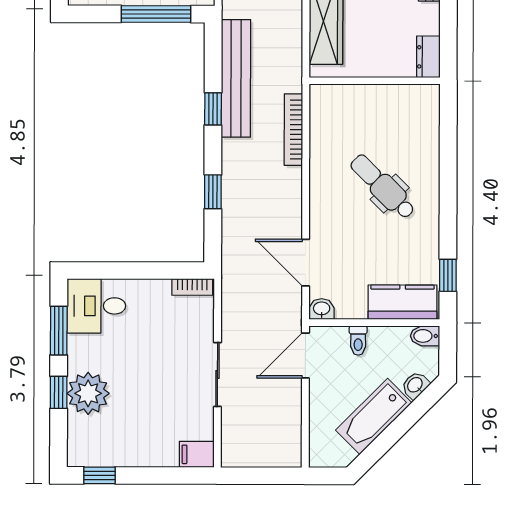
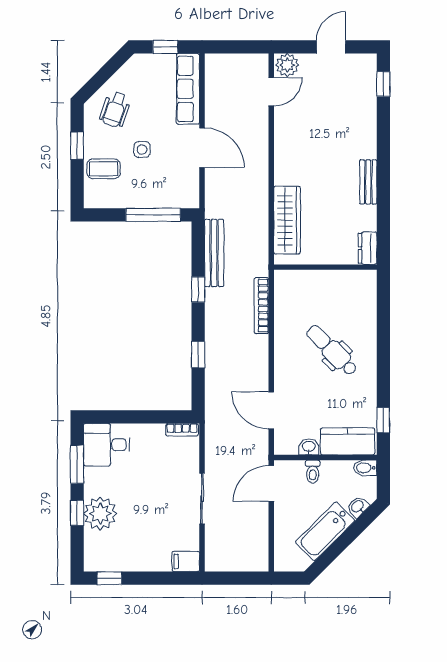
bench: (236, 78) -> (214, 253), width x0.73, depth x0.82
washbasin: (322, 309) -> (309, 447), moved

